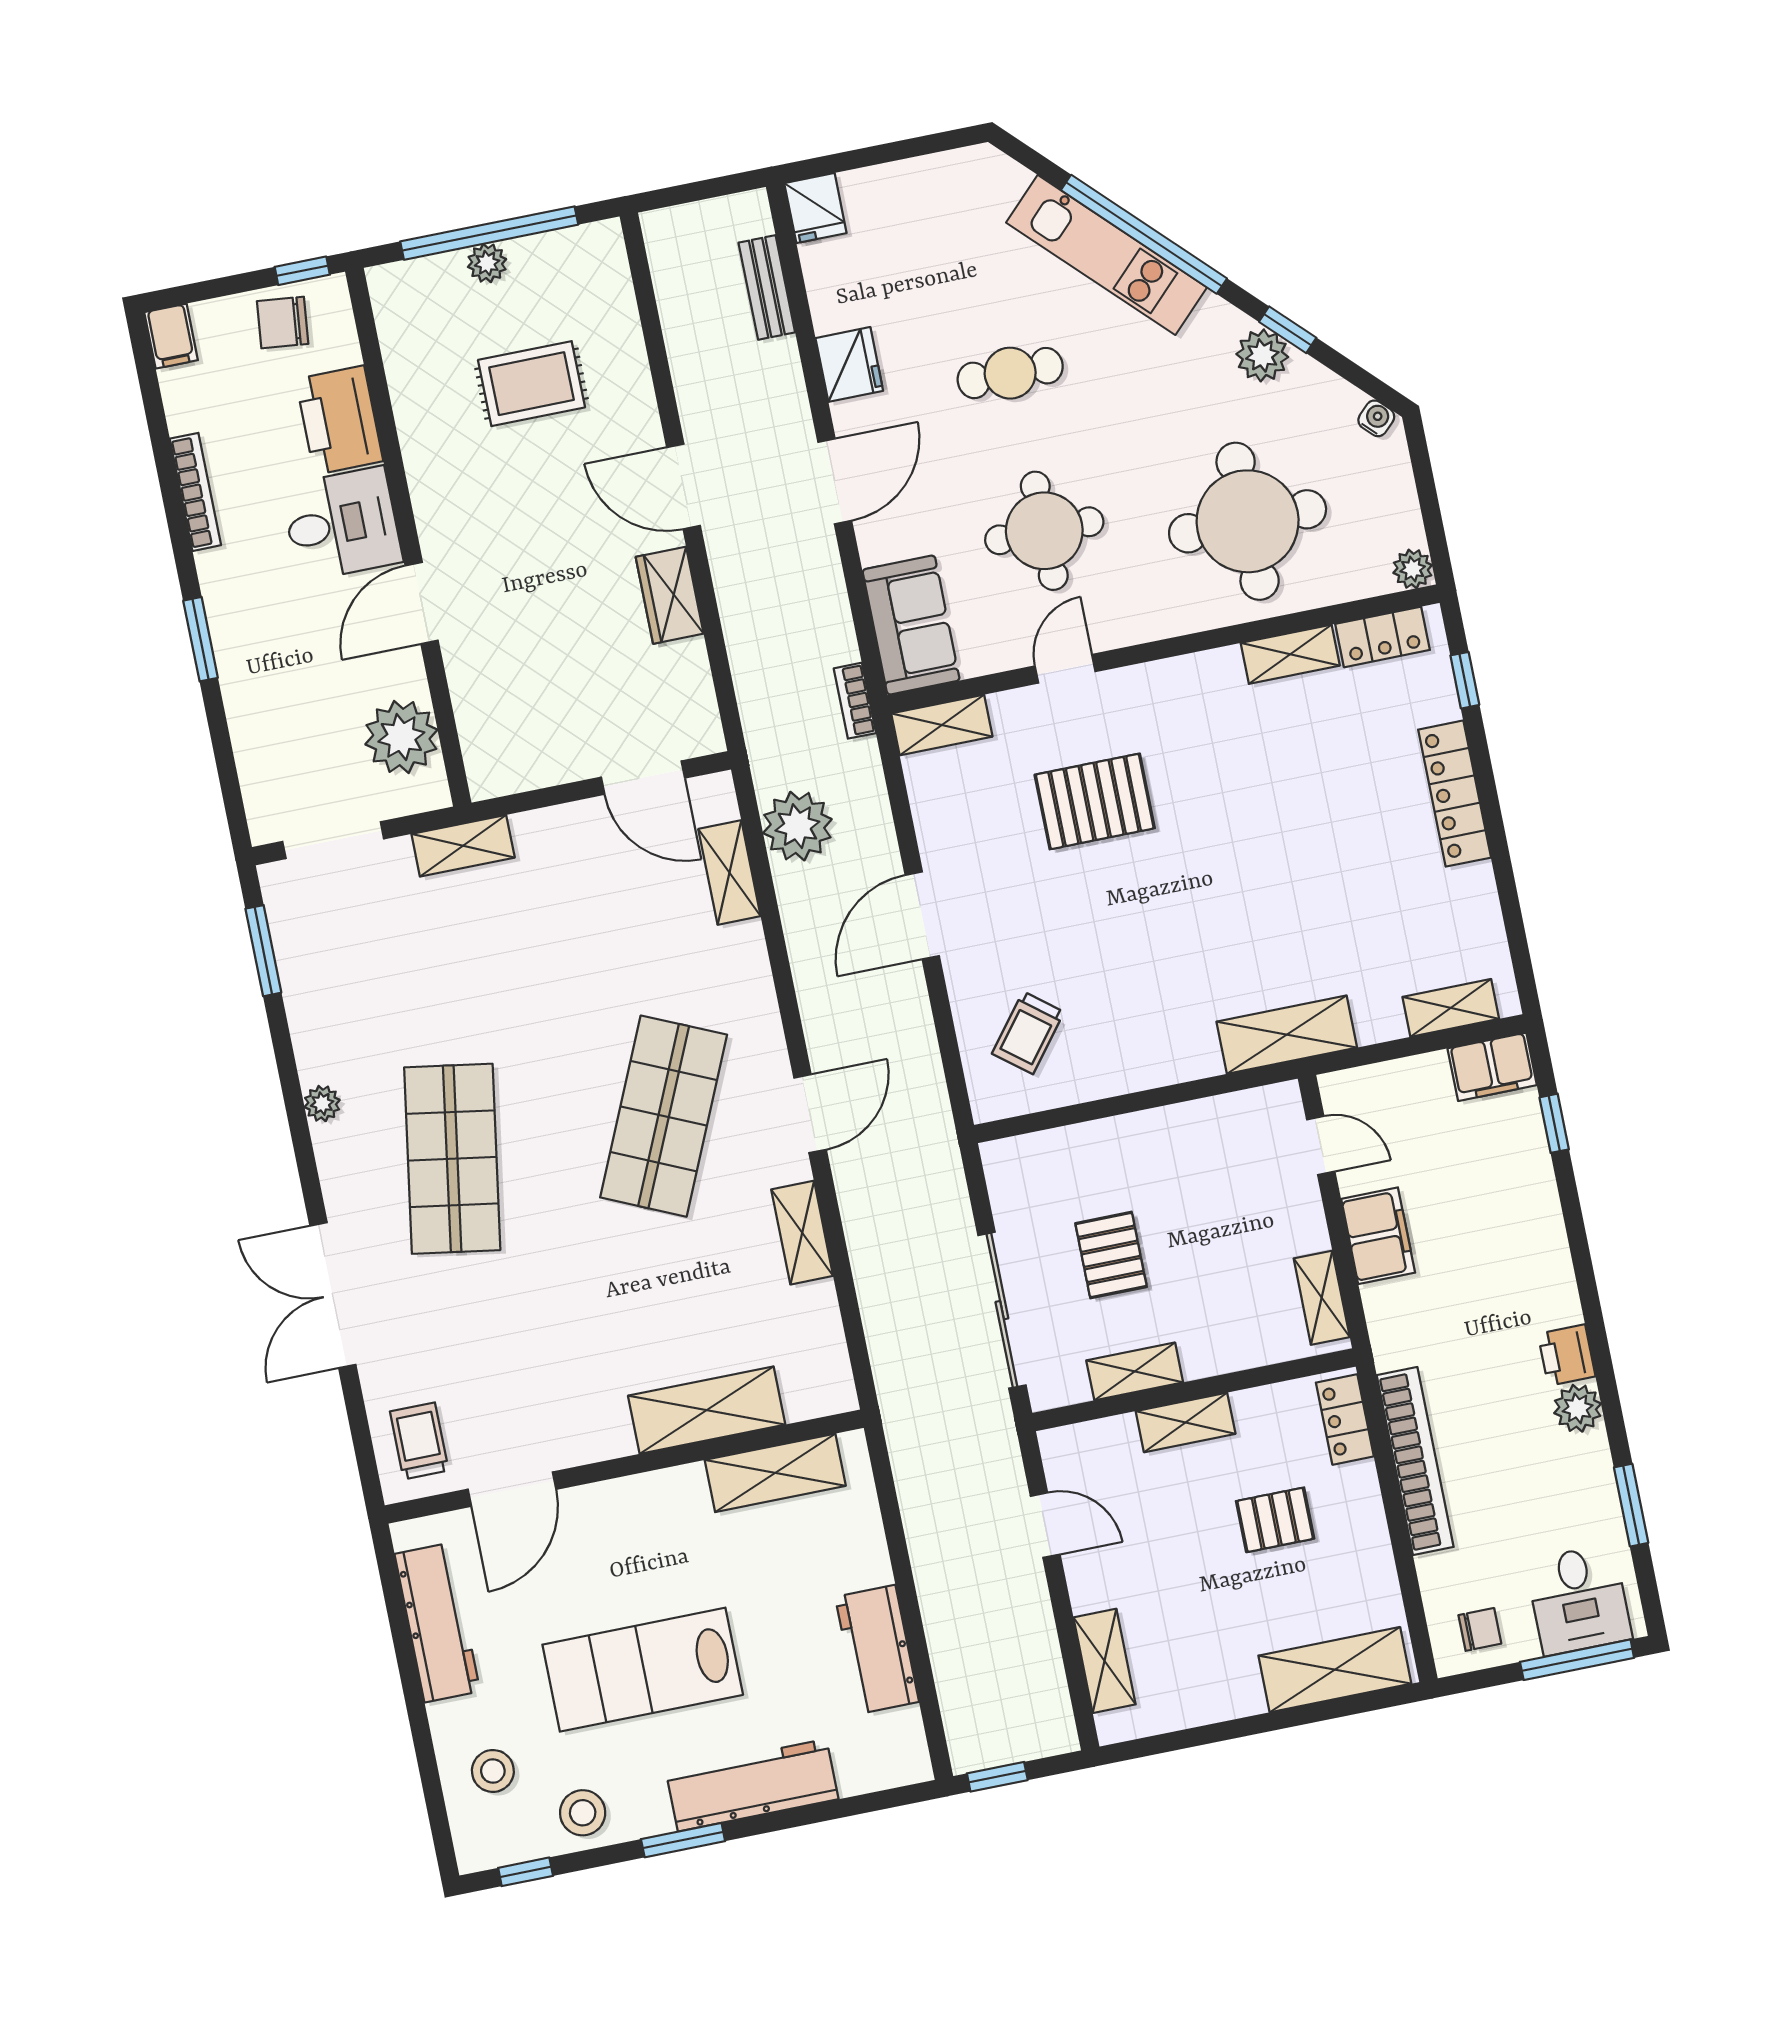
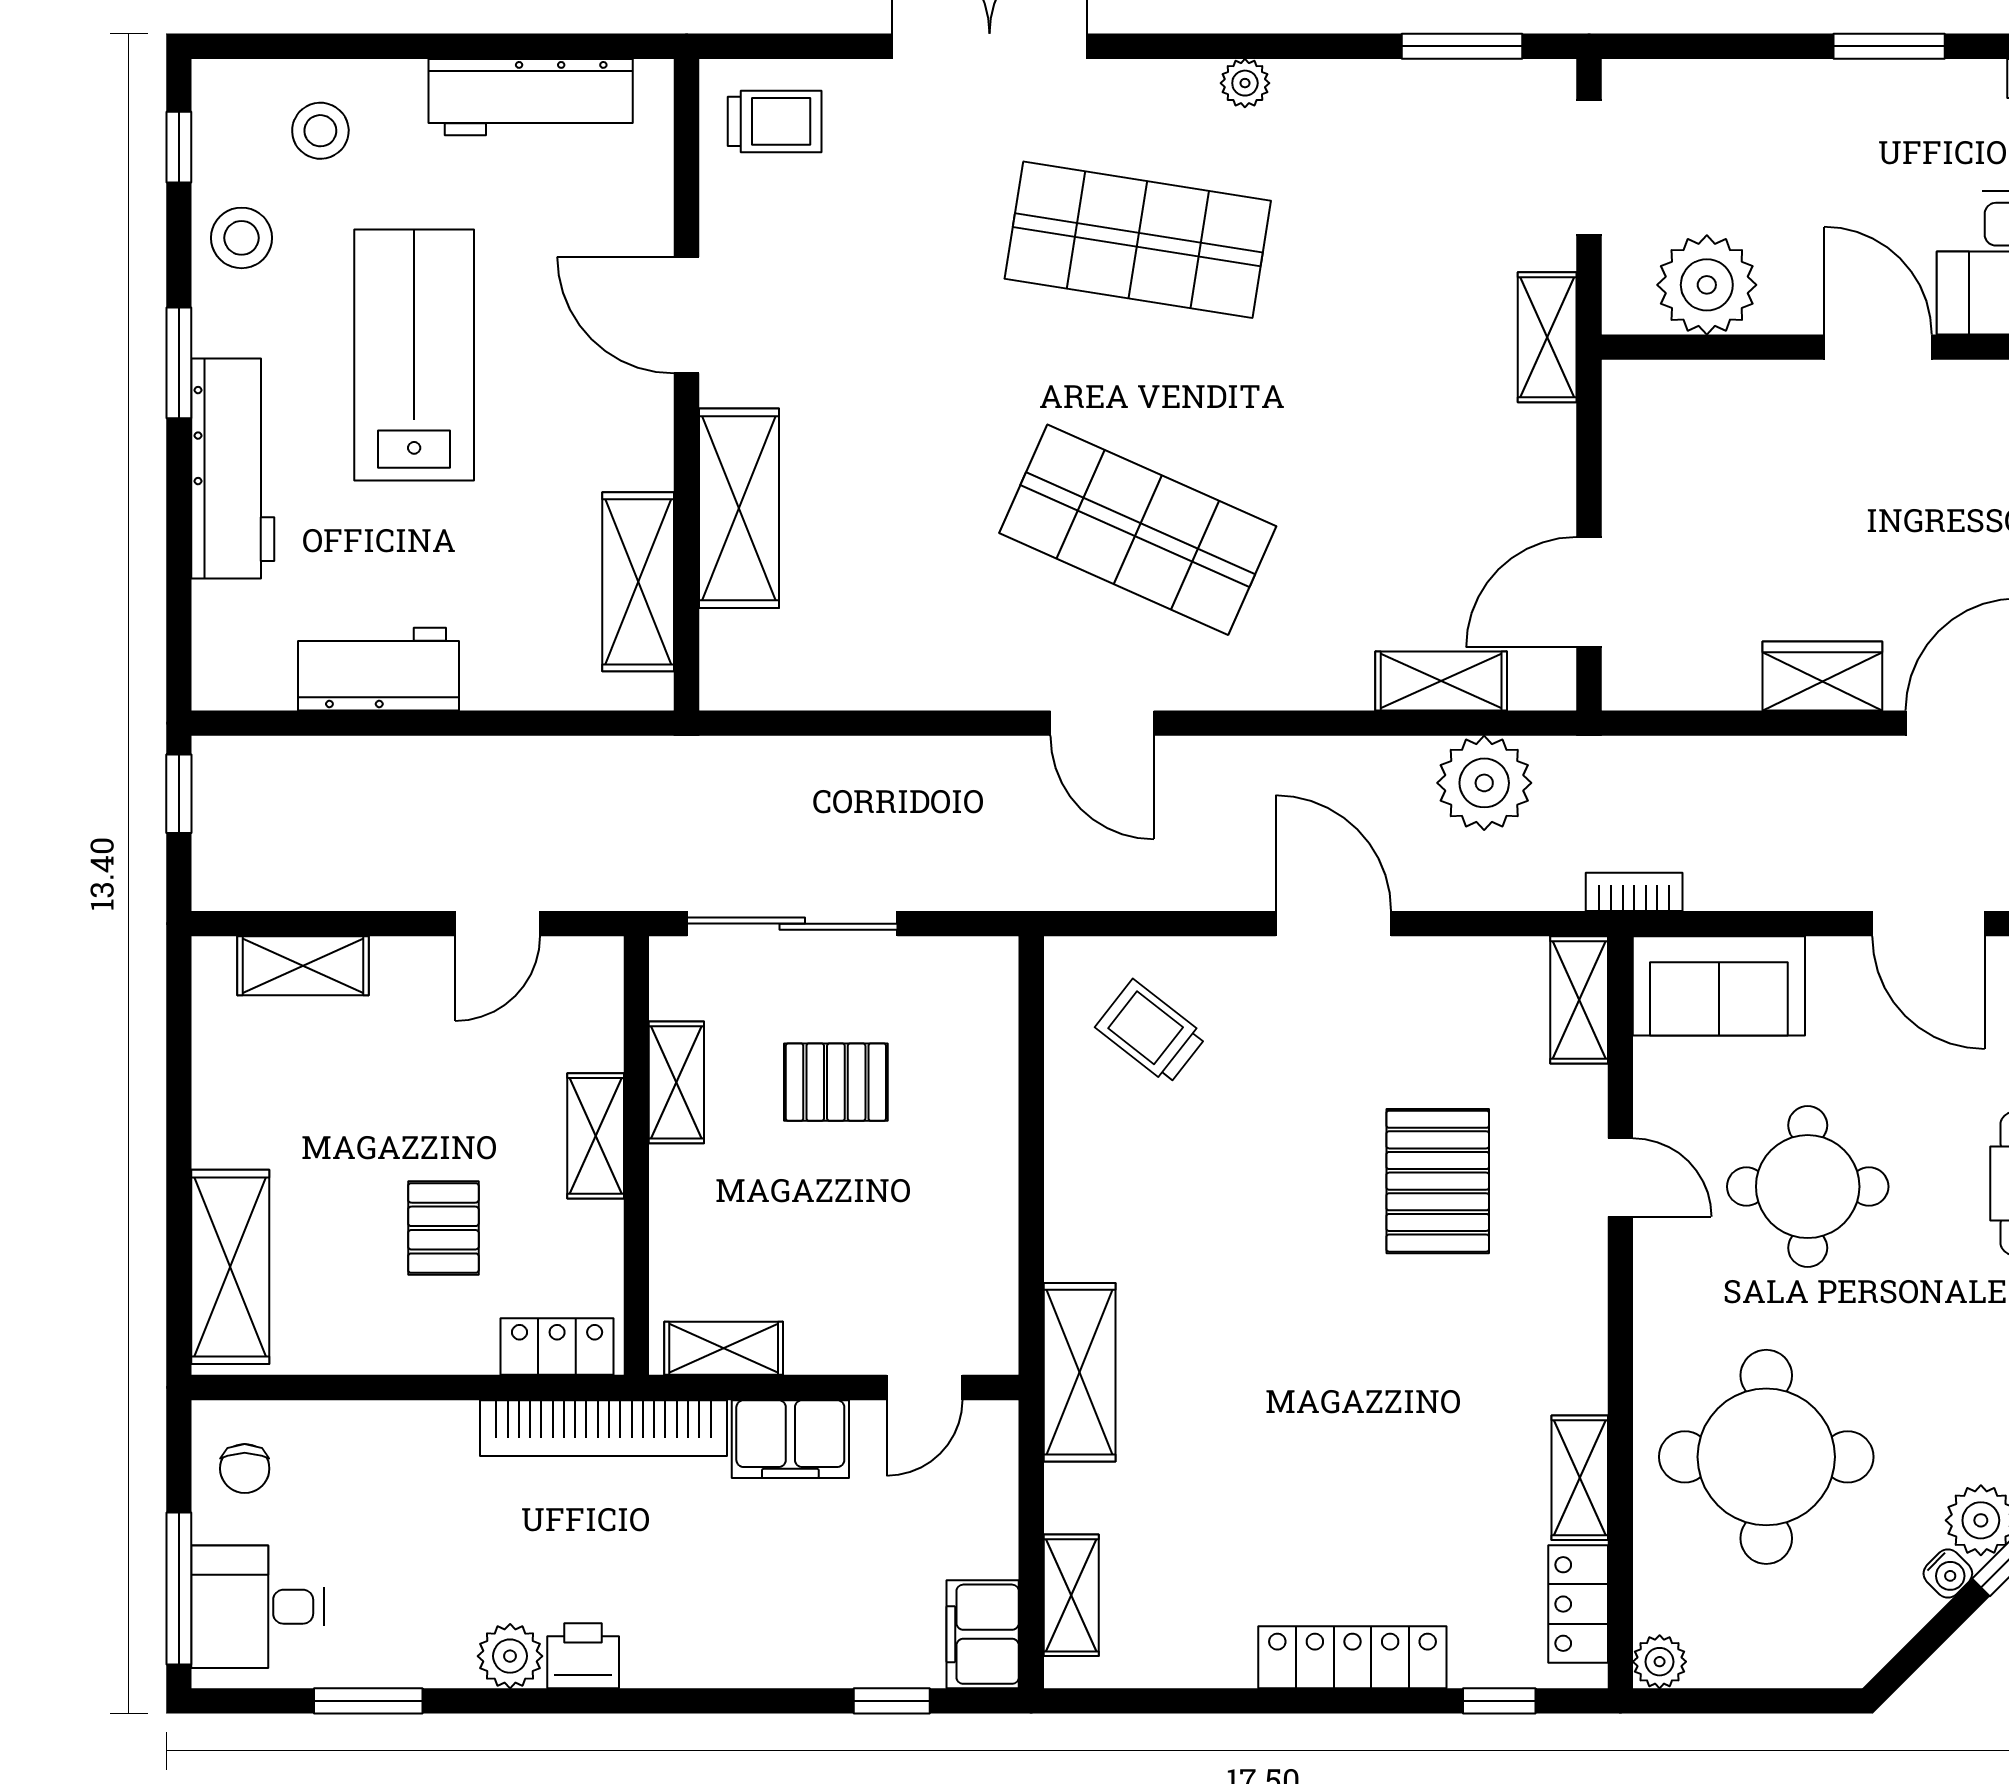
water cooler: (1376, 418) -> (1948, 1574), moved
shelving: (802, 1233) -> (947, 681), removed
bookcase: (1415, 1461) -> (603, 1428), moved
door: (512, 1489) -> (687, 315), moved

